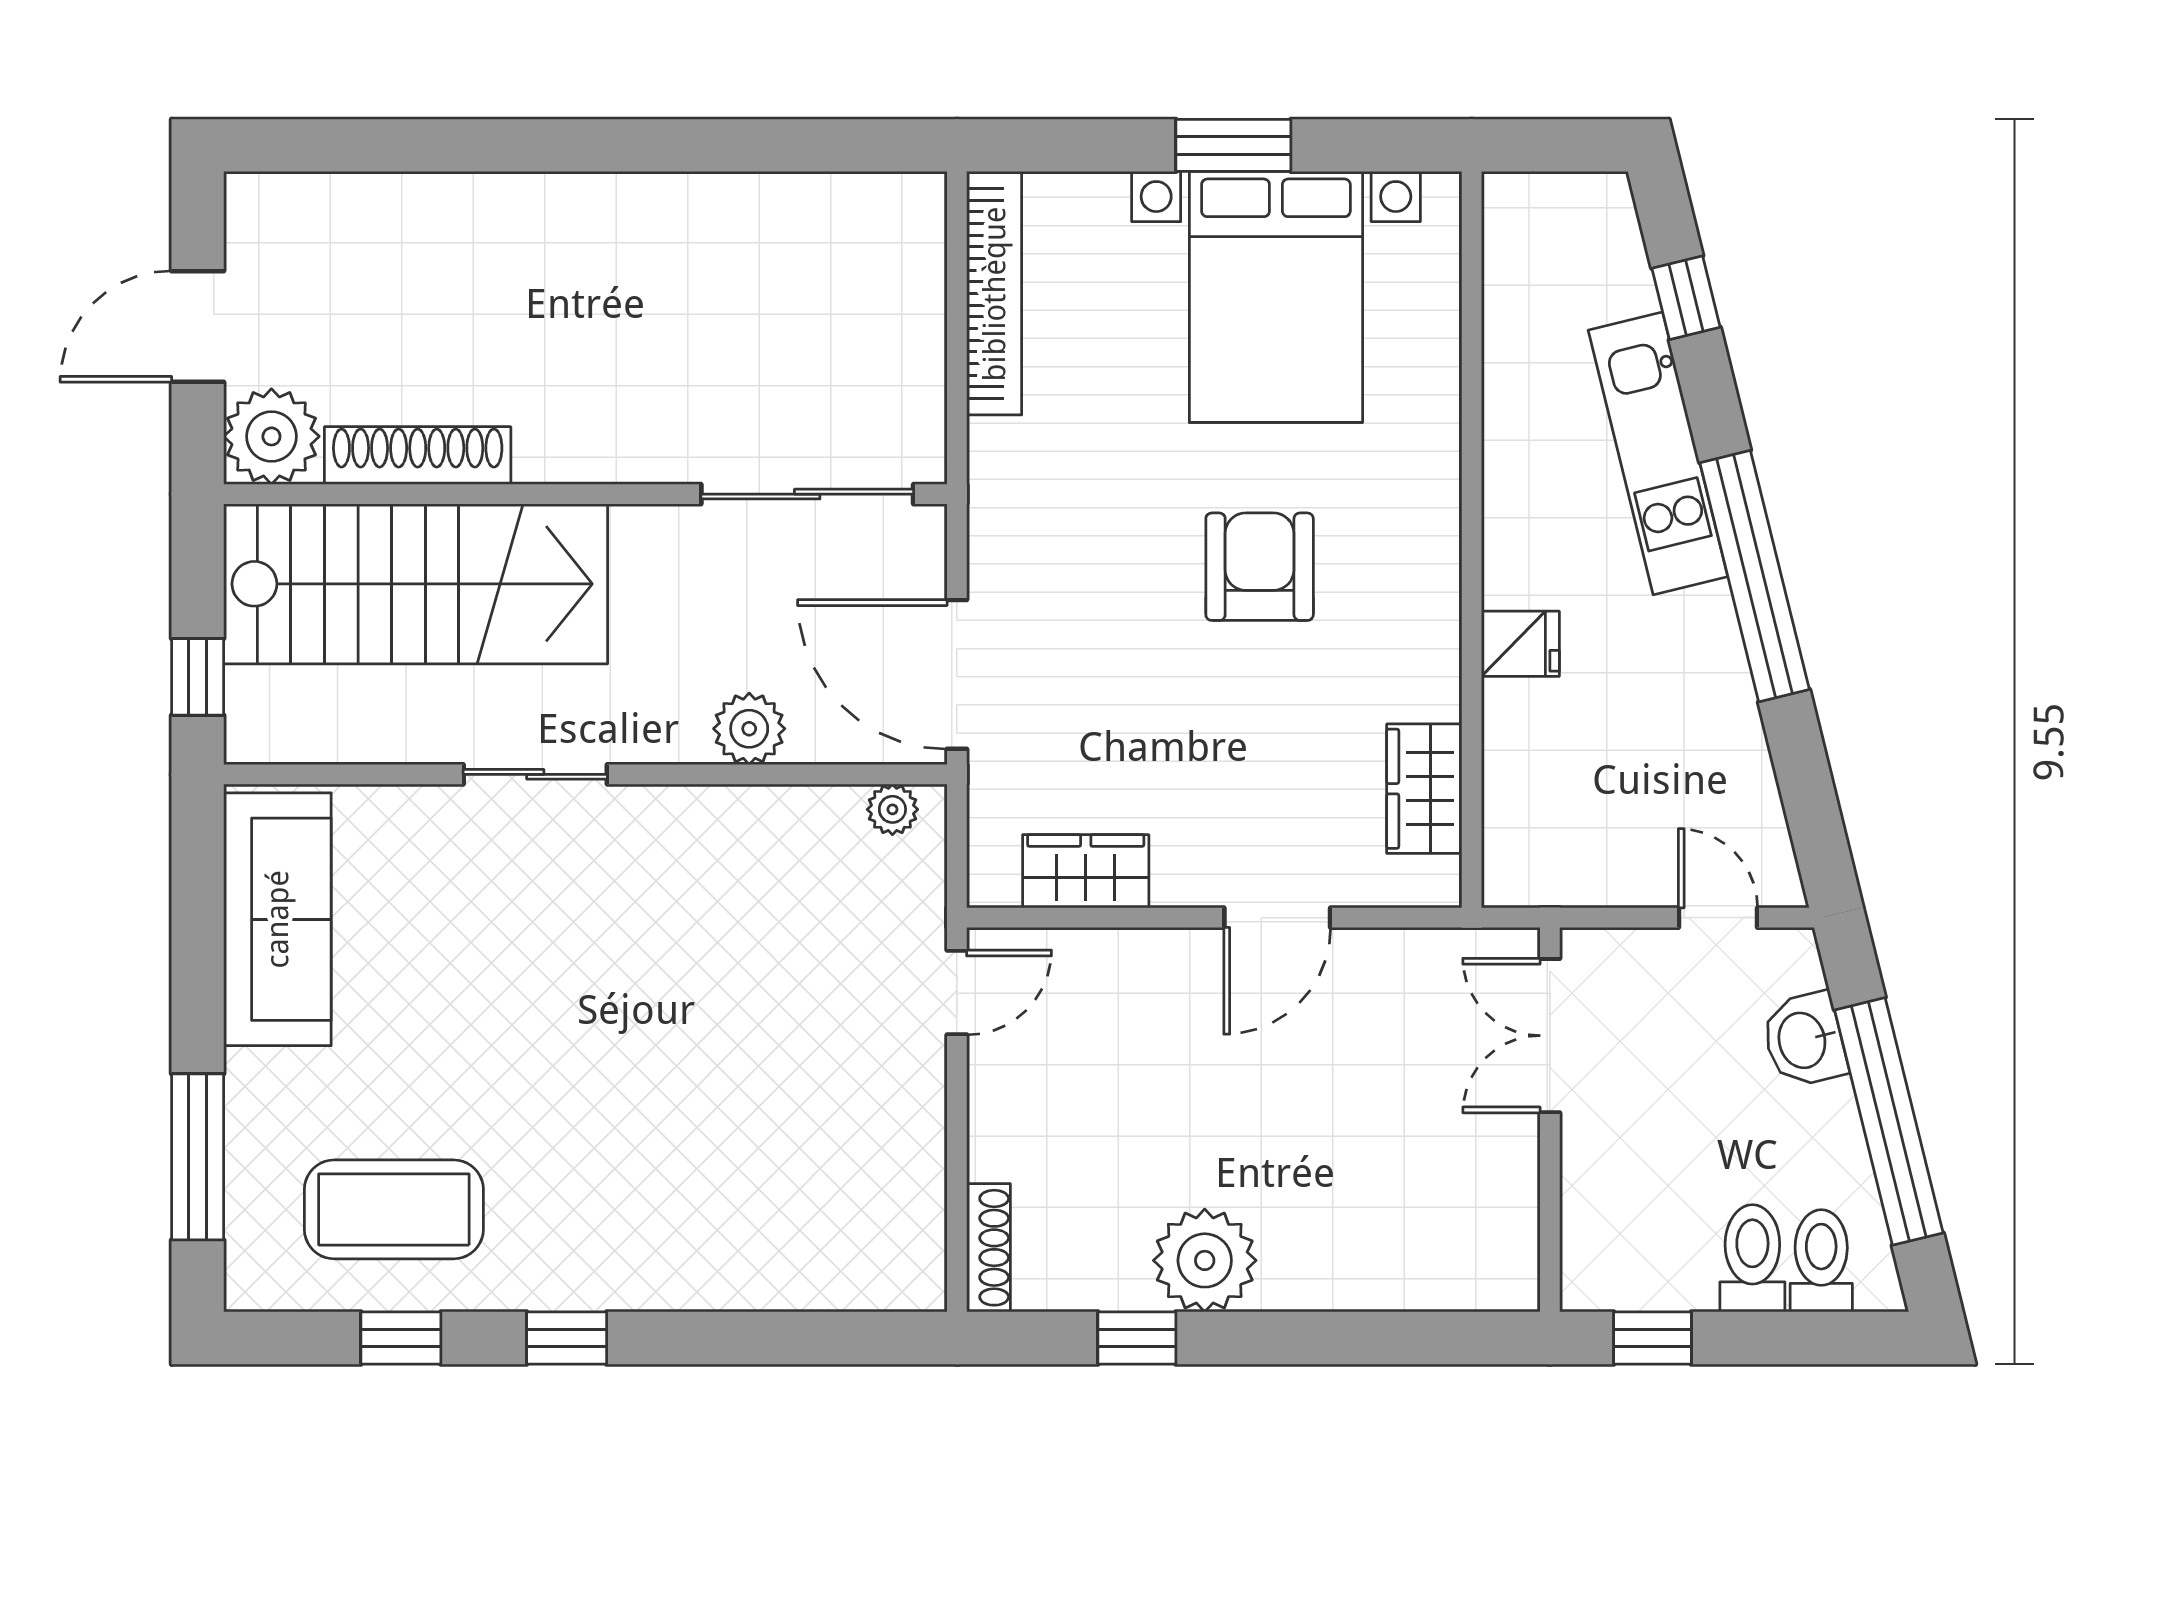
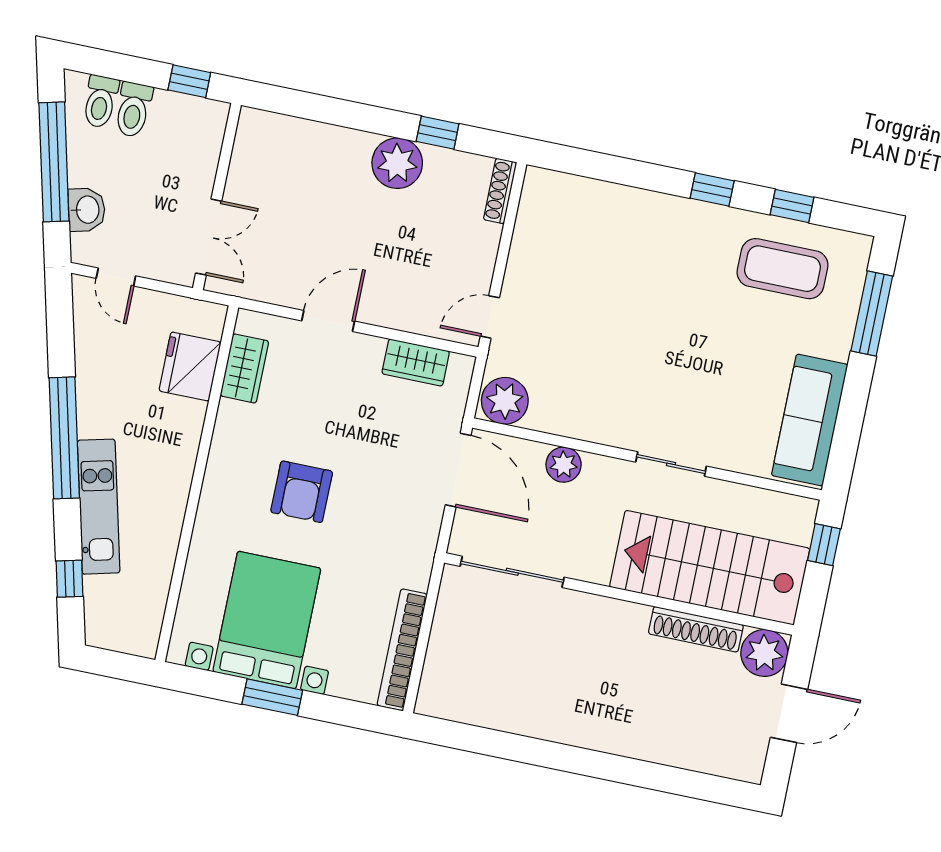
fridge: (1520, 644) -> (190, 367), moved, width x1.88, depth x1.34
plant: (892, 809) -> (505, 401), width x1.88, depth x1.88

